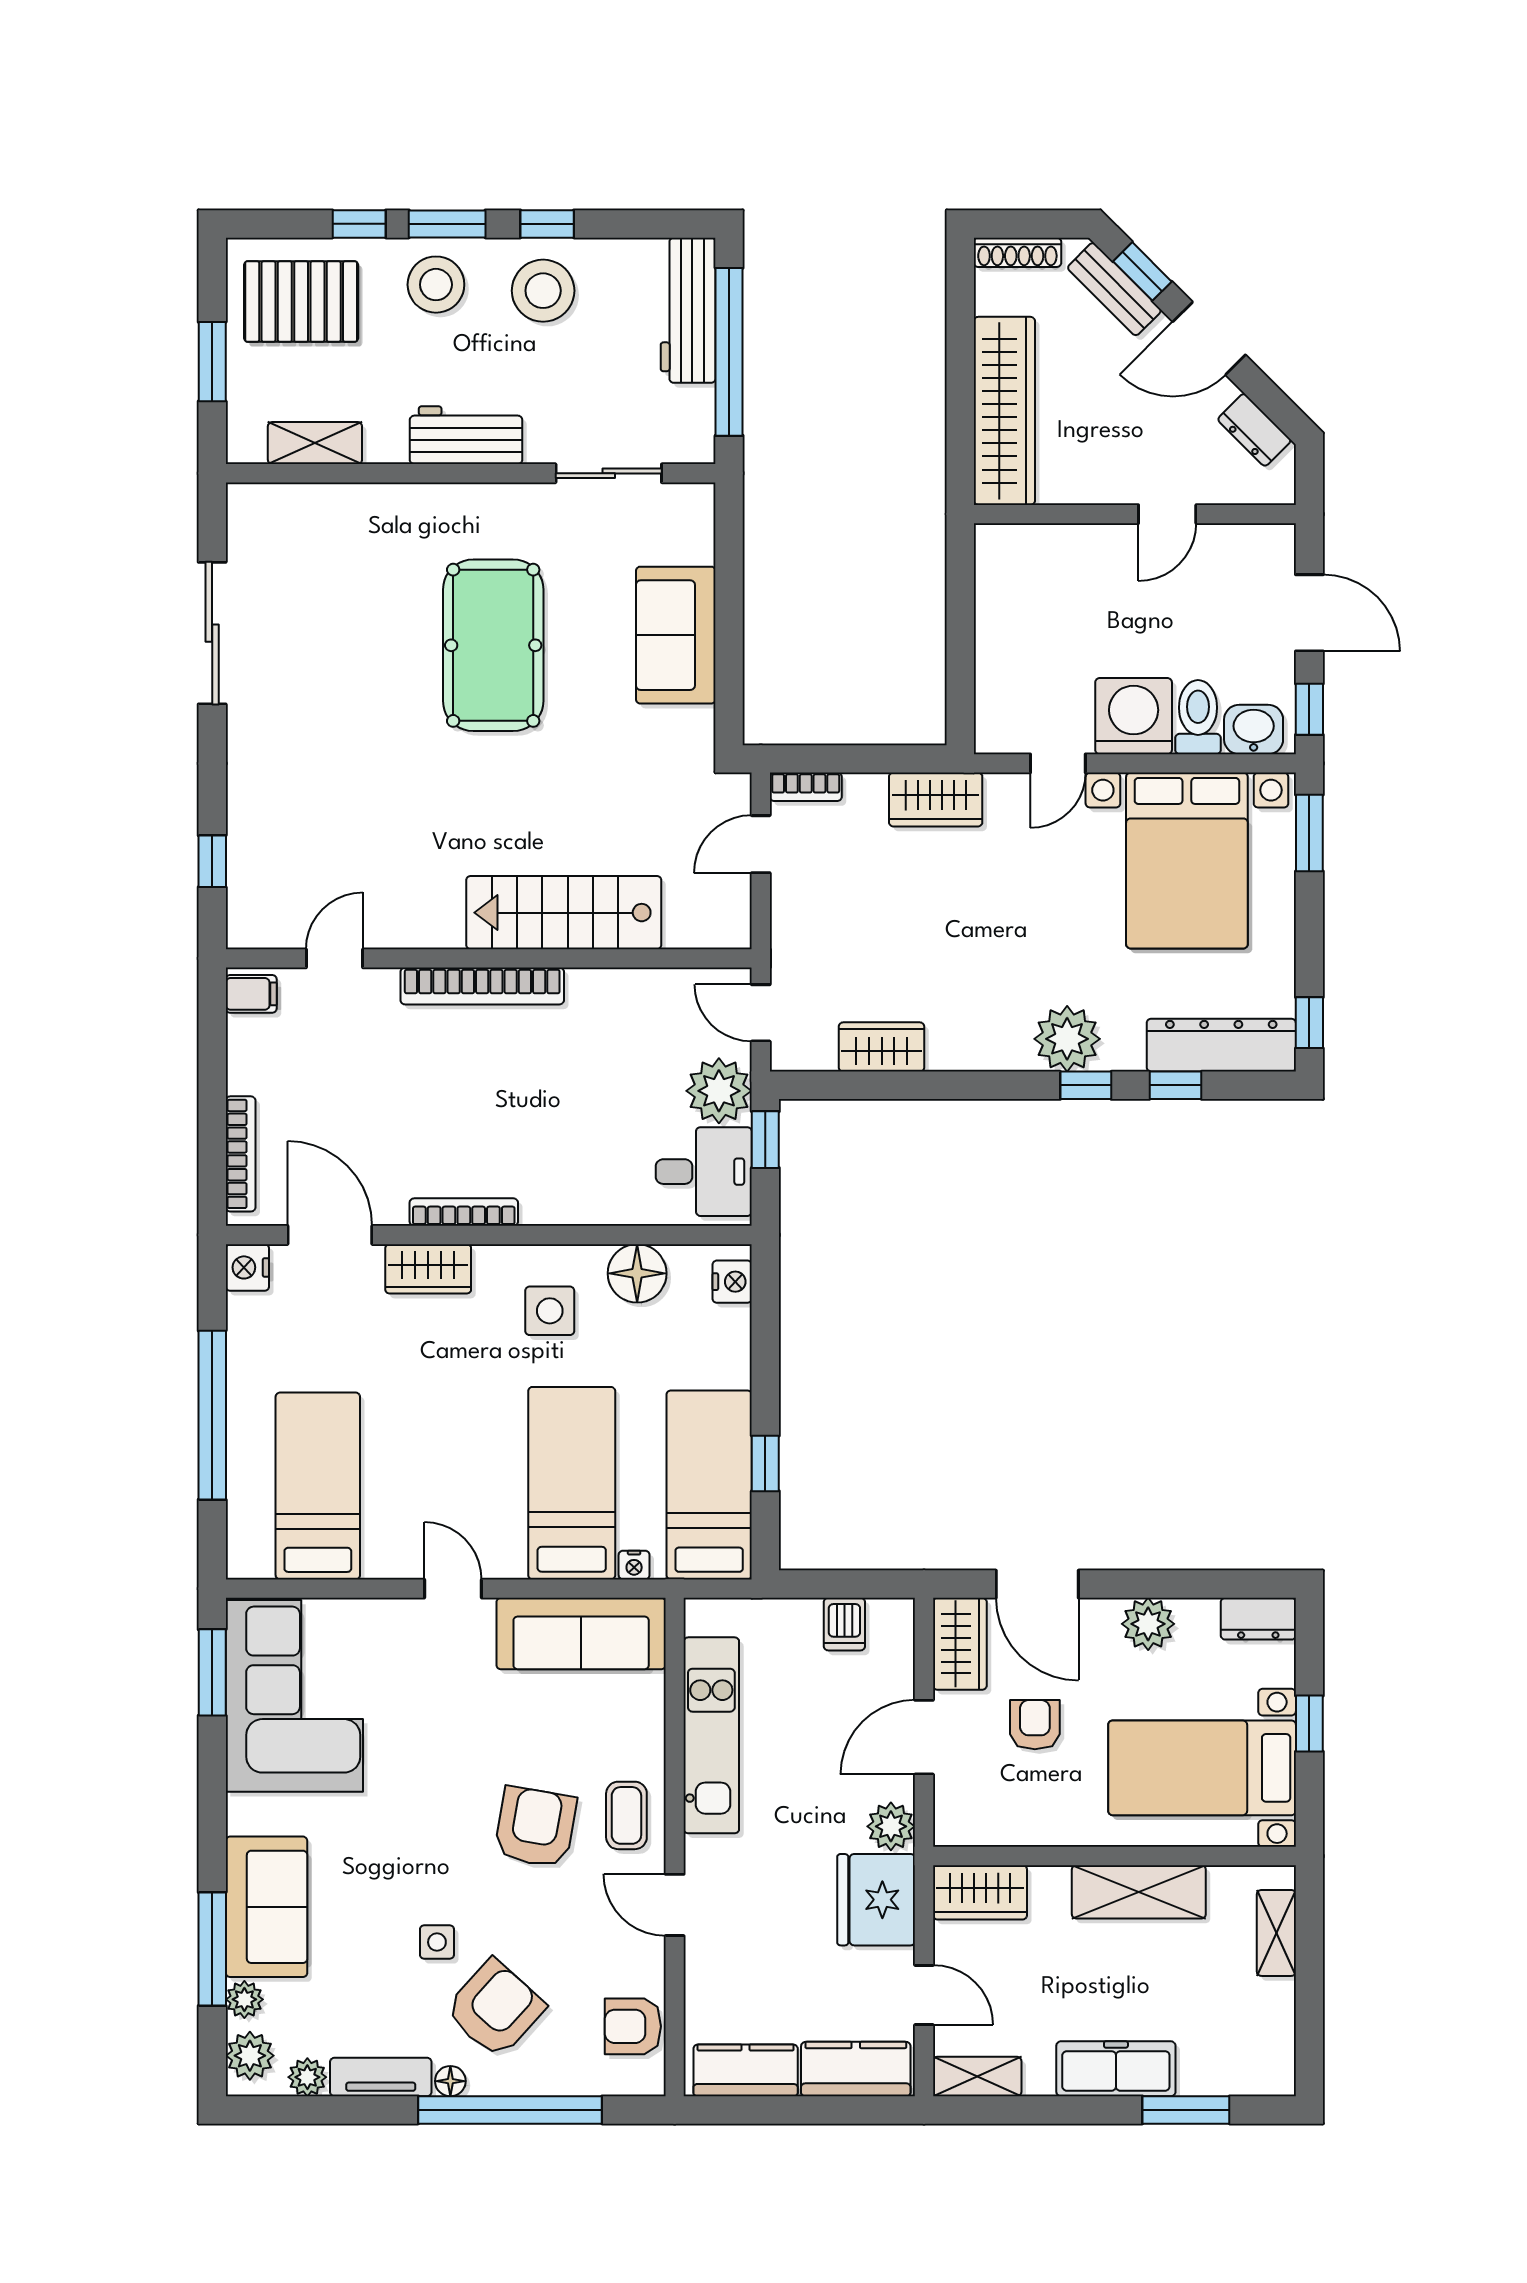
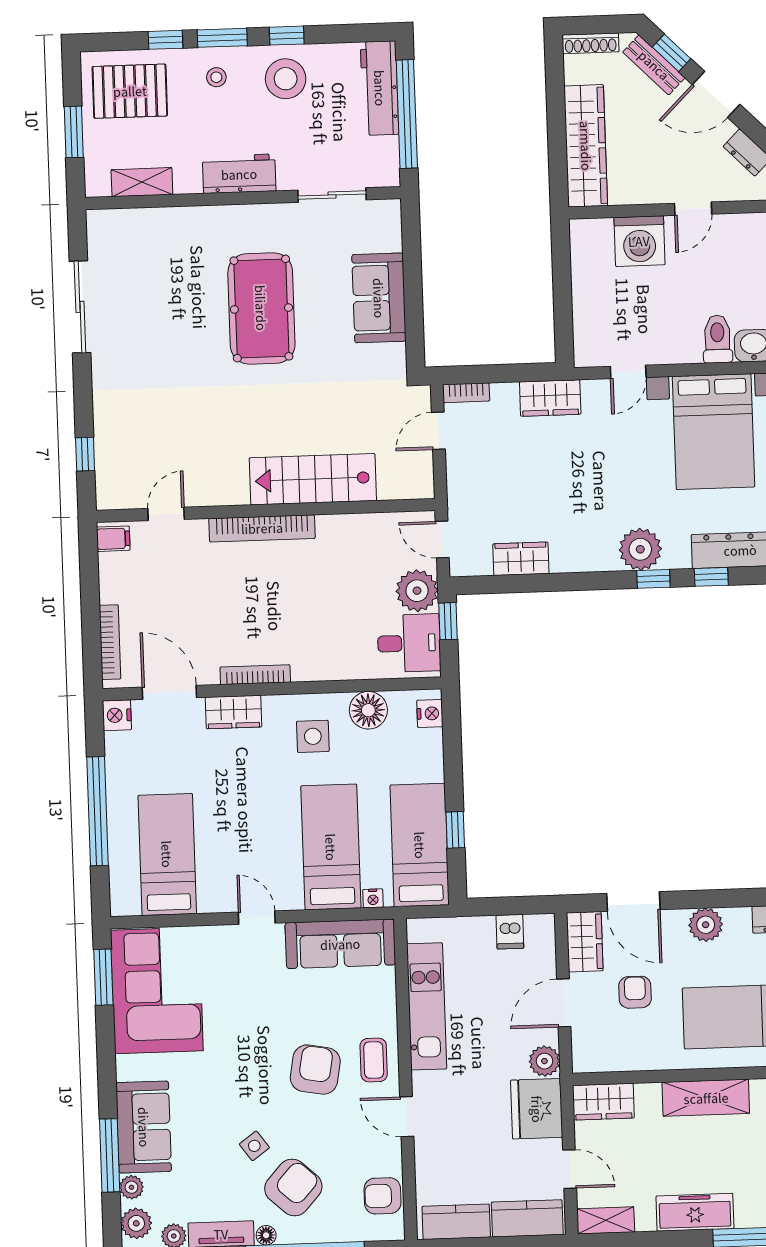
stool: (436, 285) -> (216, 77), width x0.53, depth x0.53
washing machine: (1134, 716) -> (639, 241), moved, turned 180
side table: (437, 1942) -> (254, 1146), turned -36

